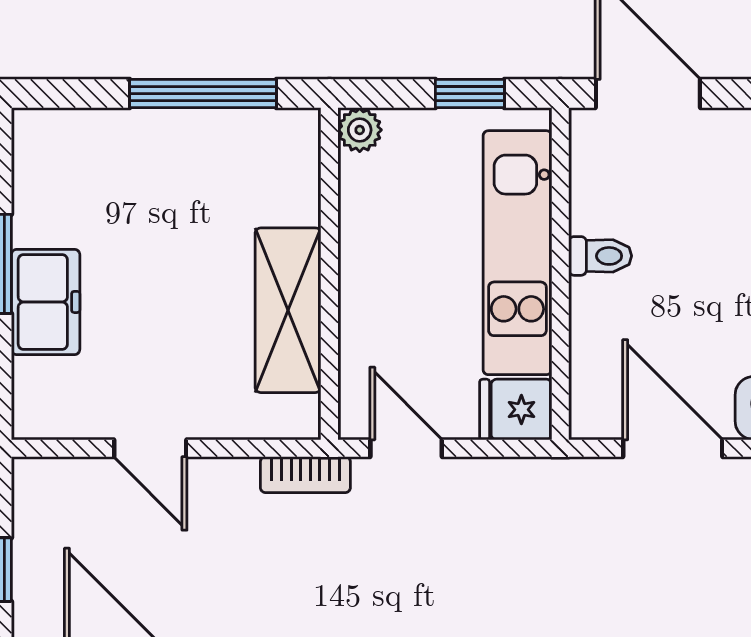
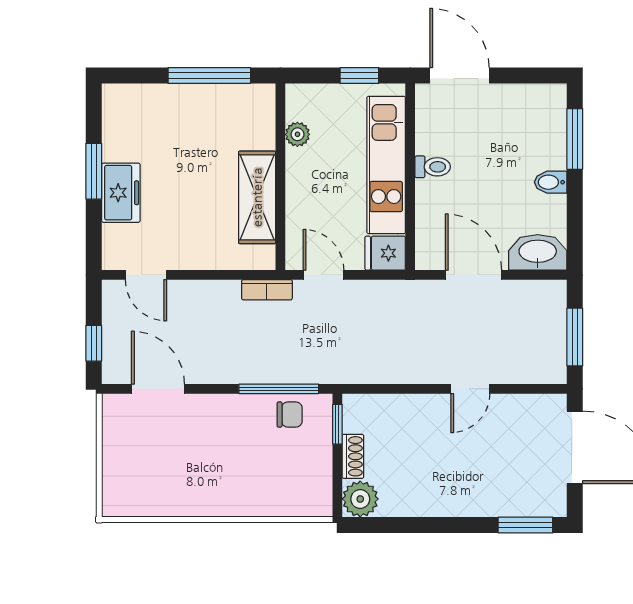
plant: (360, 130) -> (297, 134), moved
door: (150, 448) -> (146, 275), moved

